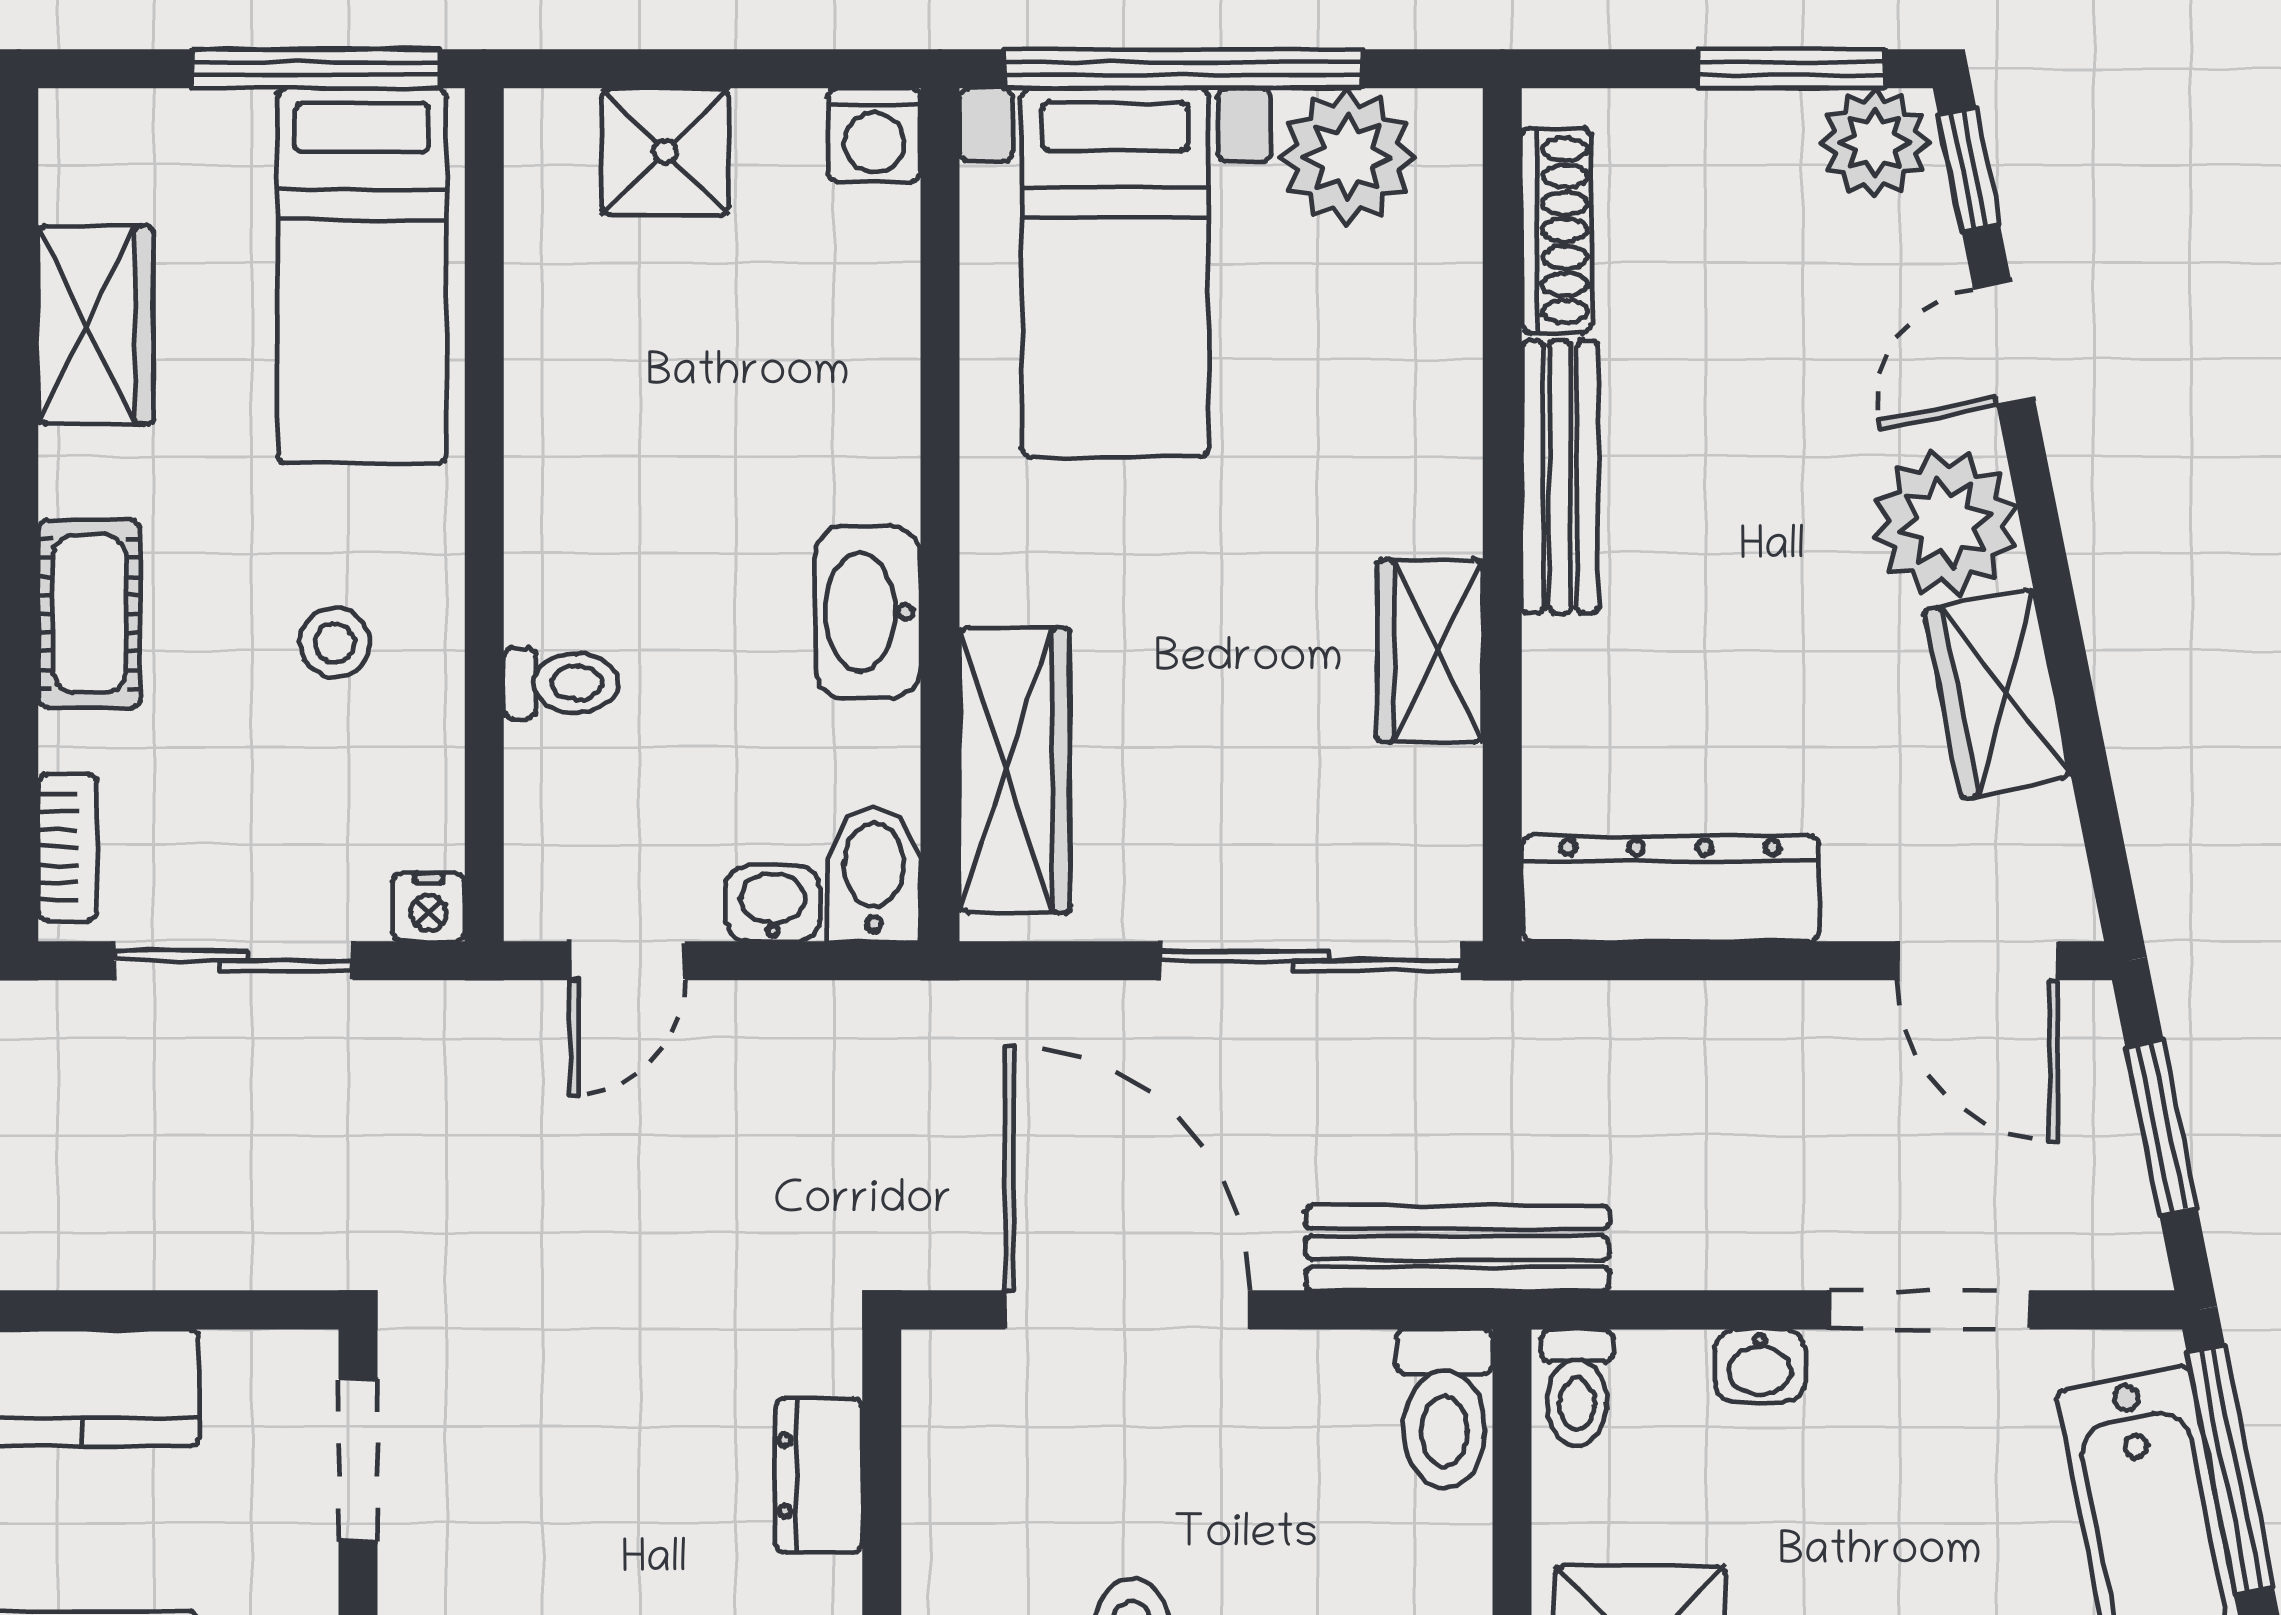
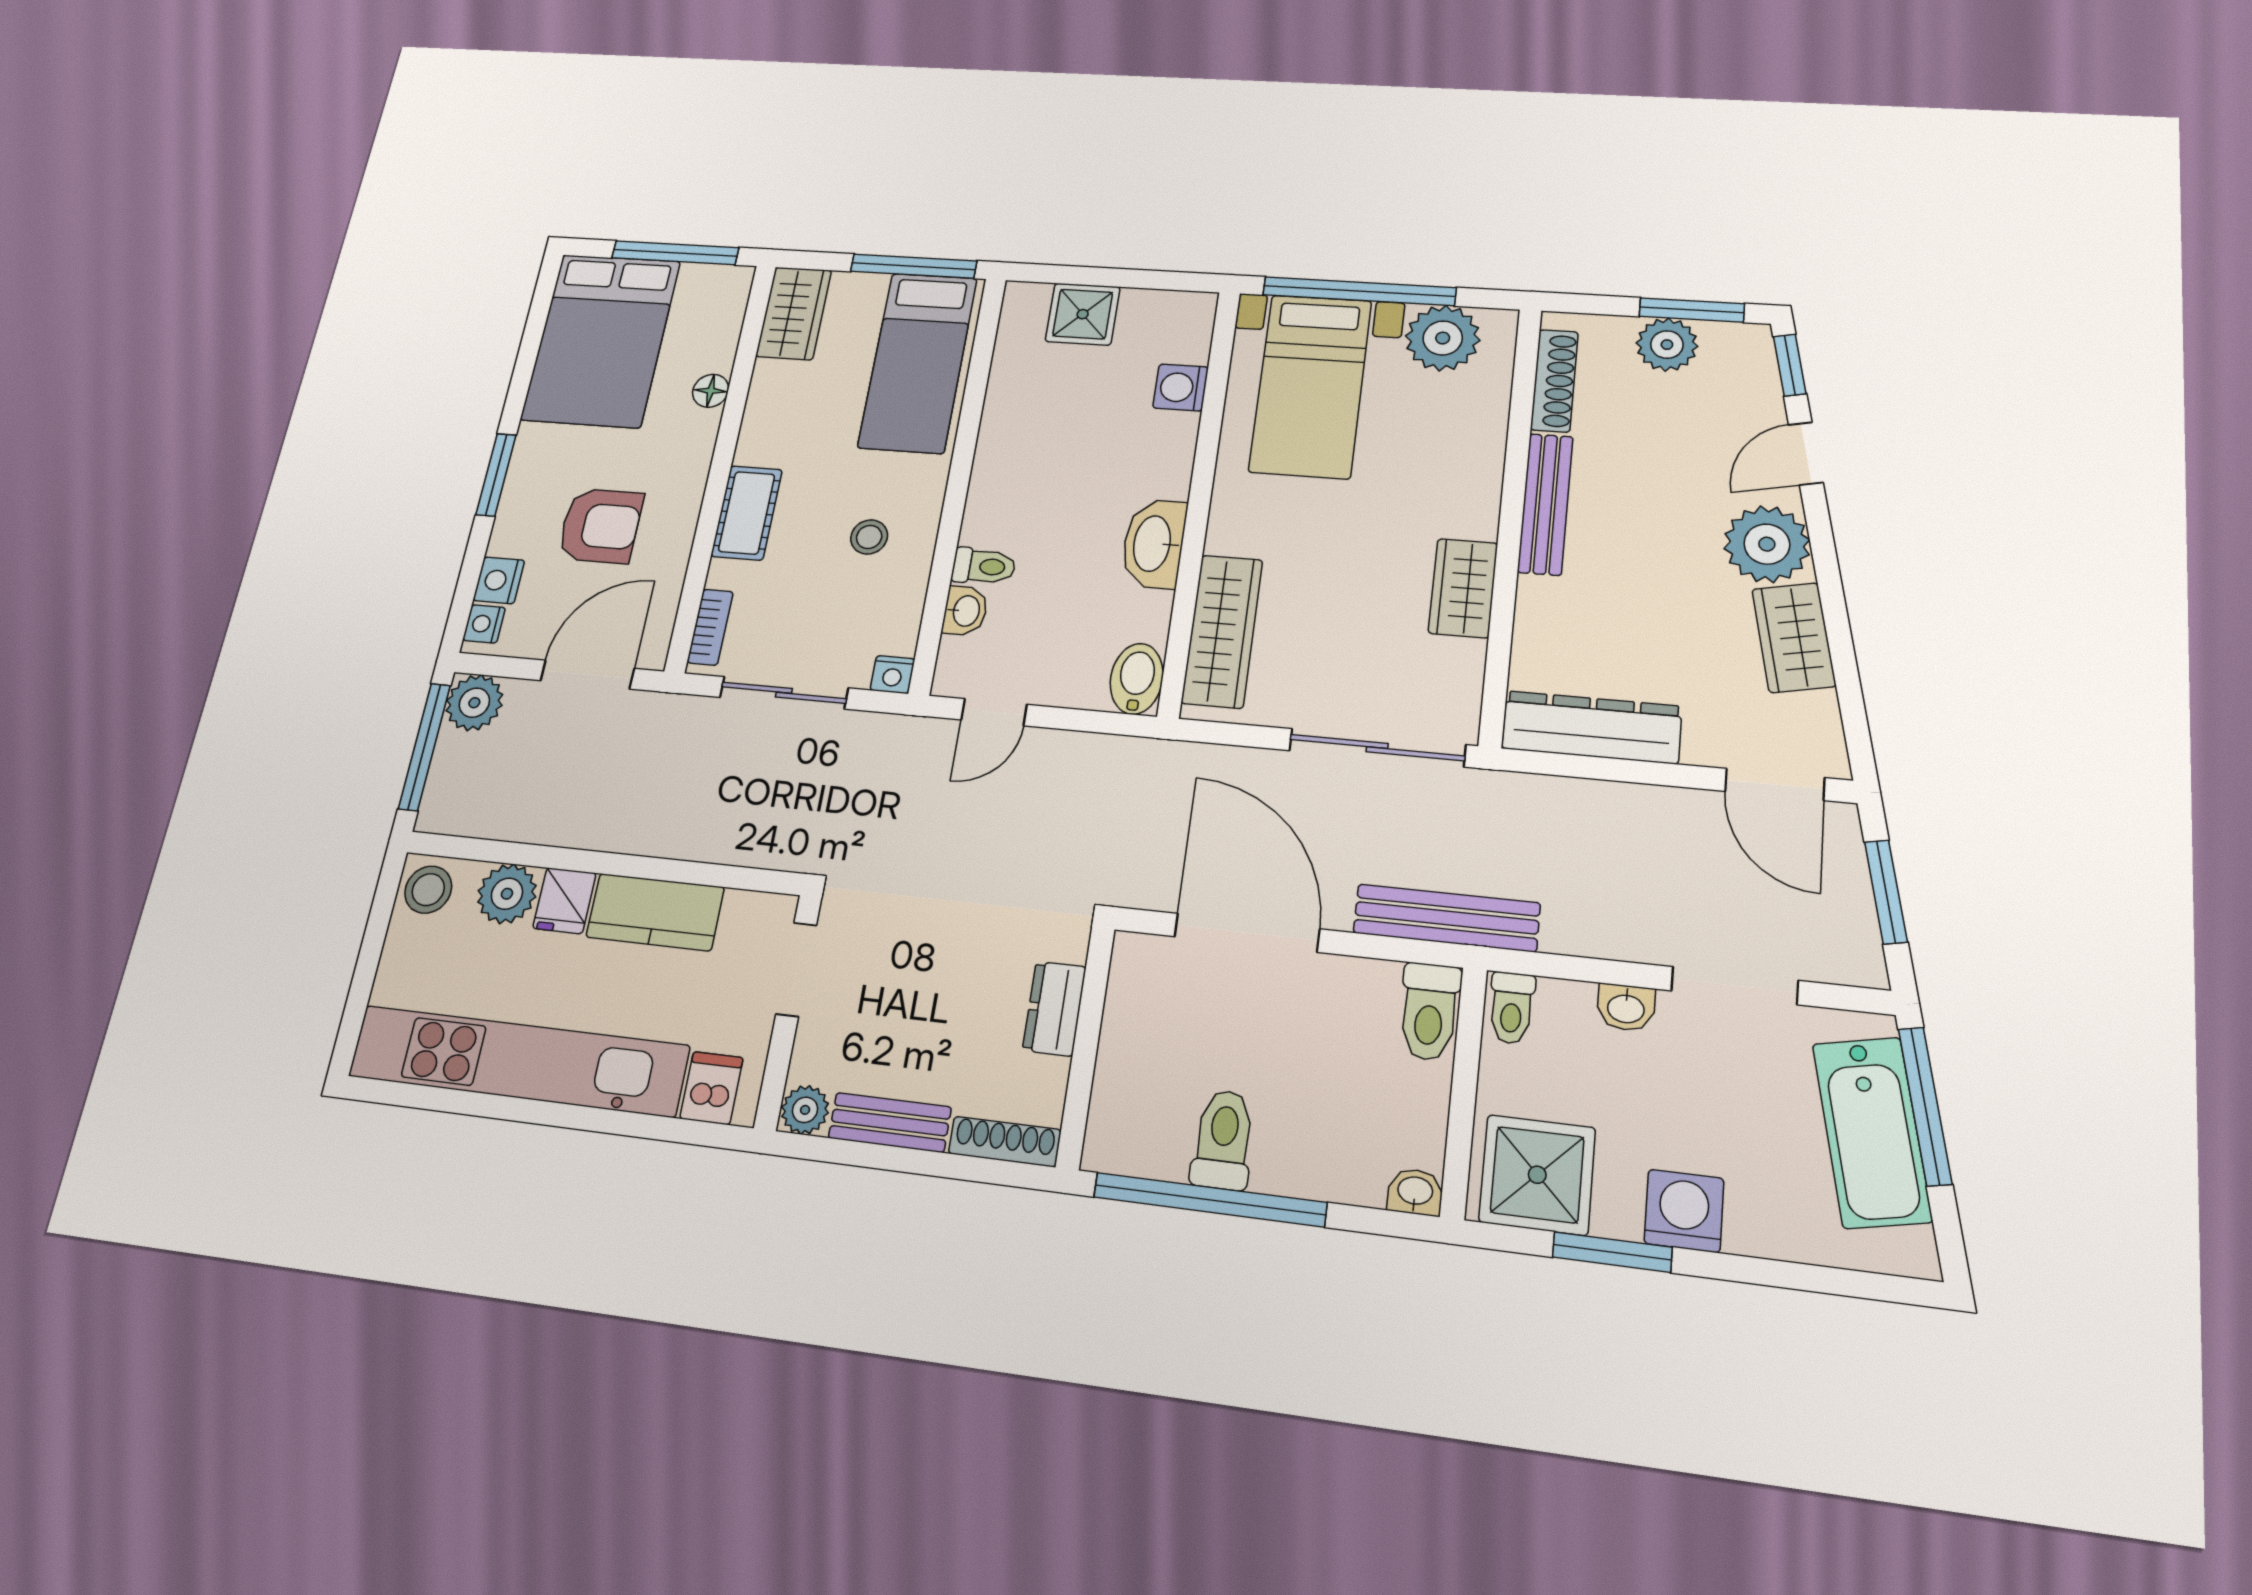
washing machine: (874, 135) -> (1181, 387), moved, turned 90
plant: (1875, 143) -> (1667, 345), moved
wardrobe: (96, 325) -> (794, 313), moved
washbasin: (773, 903) -> (965, 611), moved, turned 90

